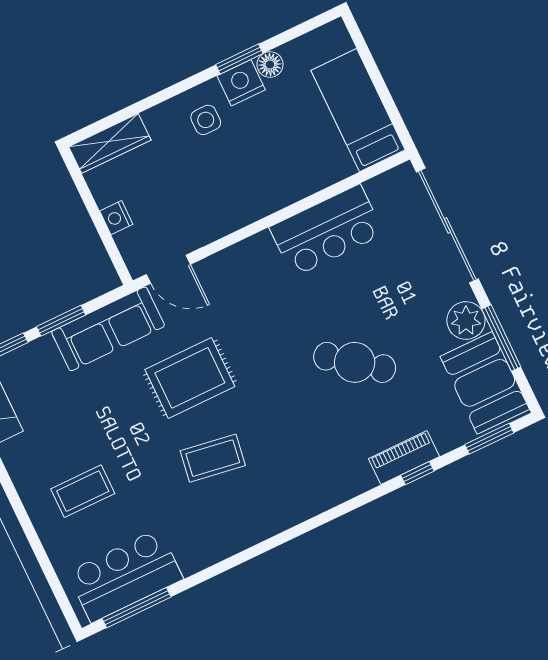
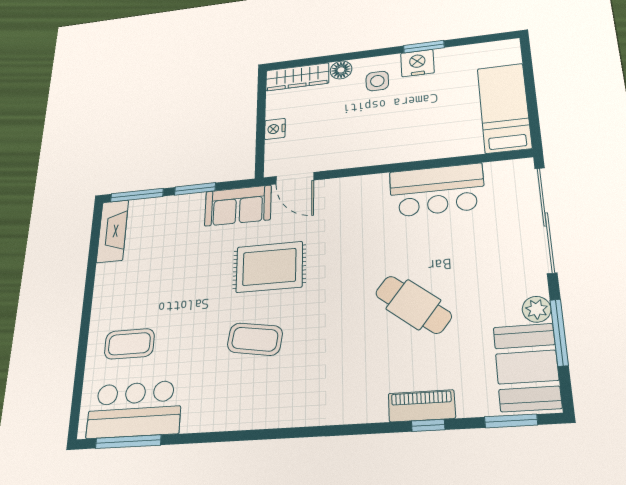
floor lamp: (270, 65) -> (341, 70), moved
plant: (466, 321) -> (537, 309), width x0.73, depth x0.73
sofa: (108, 329) -> (238, 206), width x0.73
coffee table: (83, 491) -> (129, 344), moved

